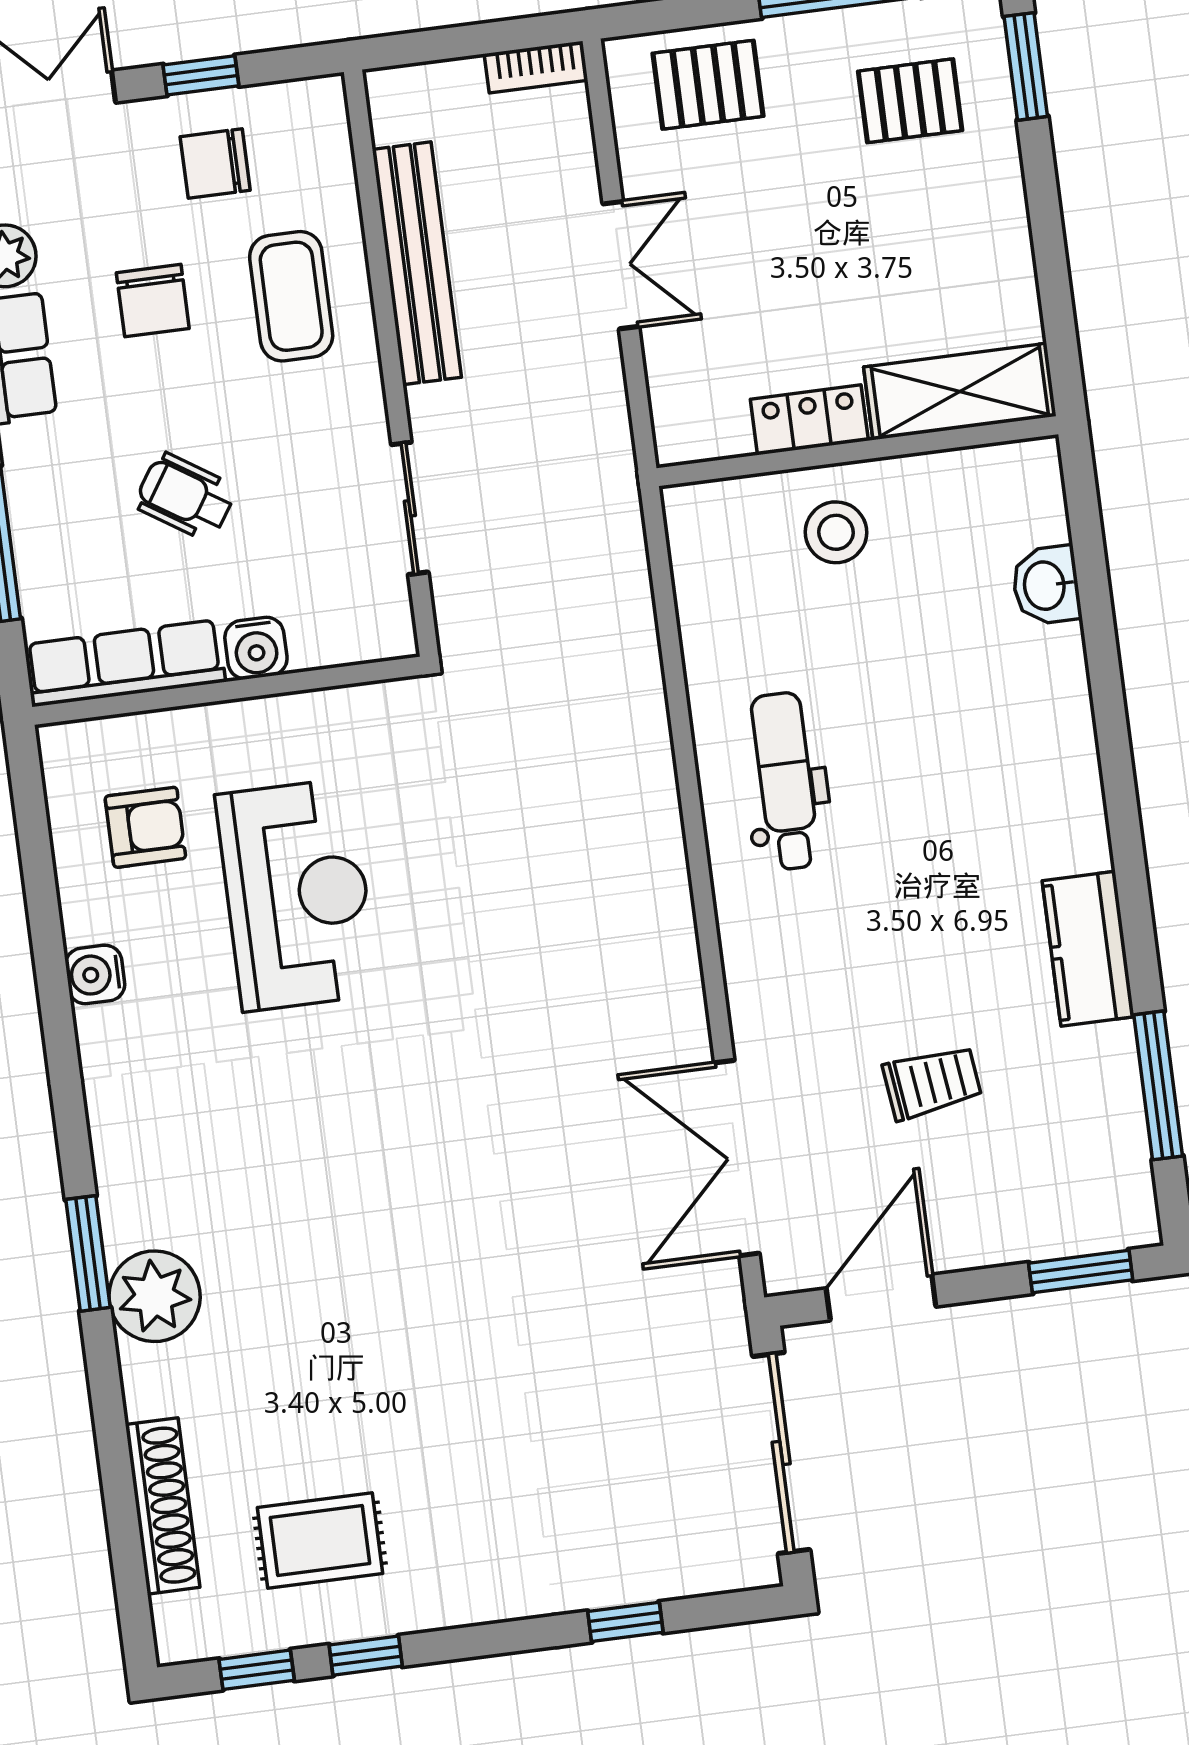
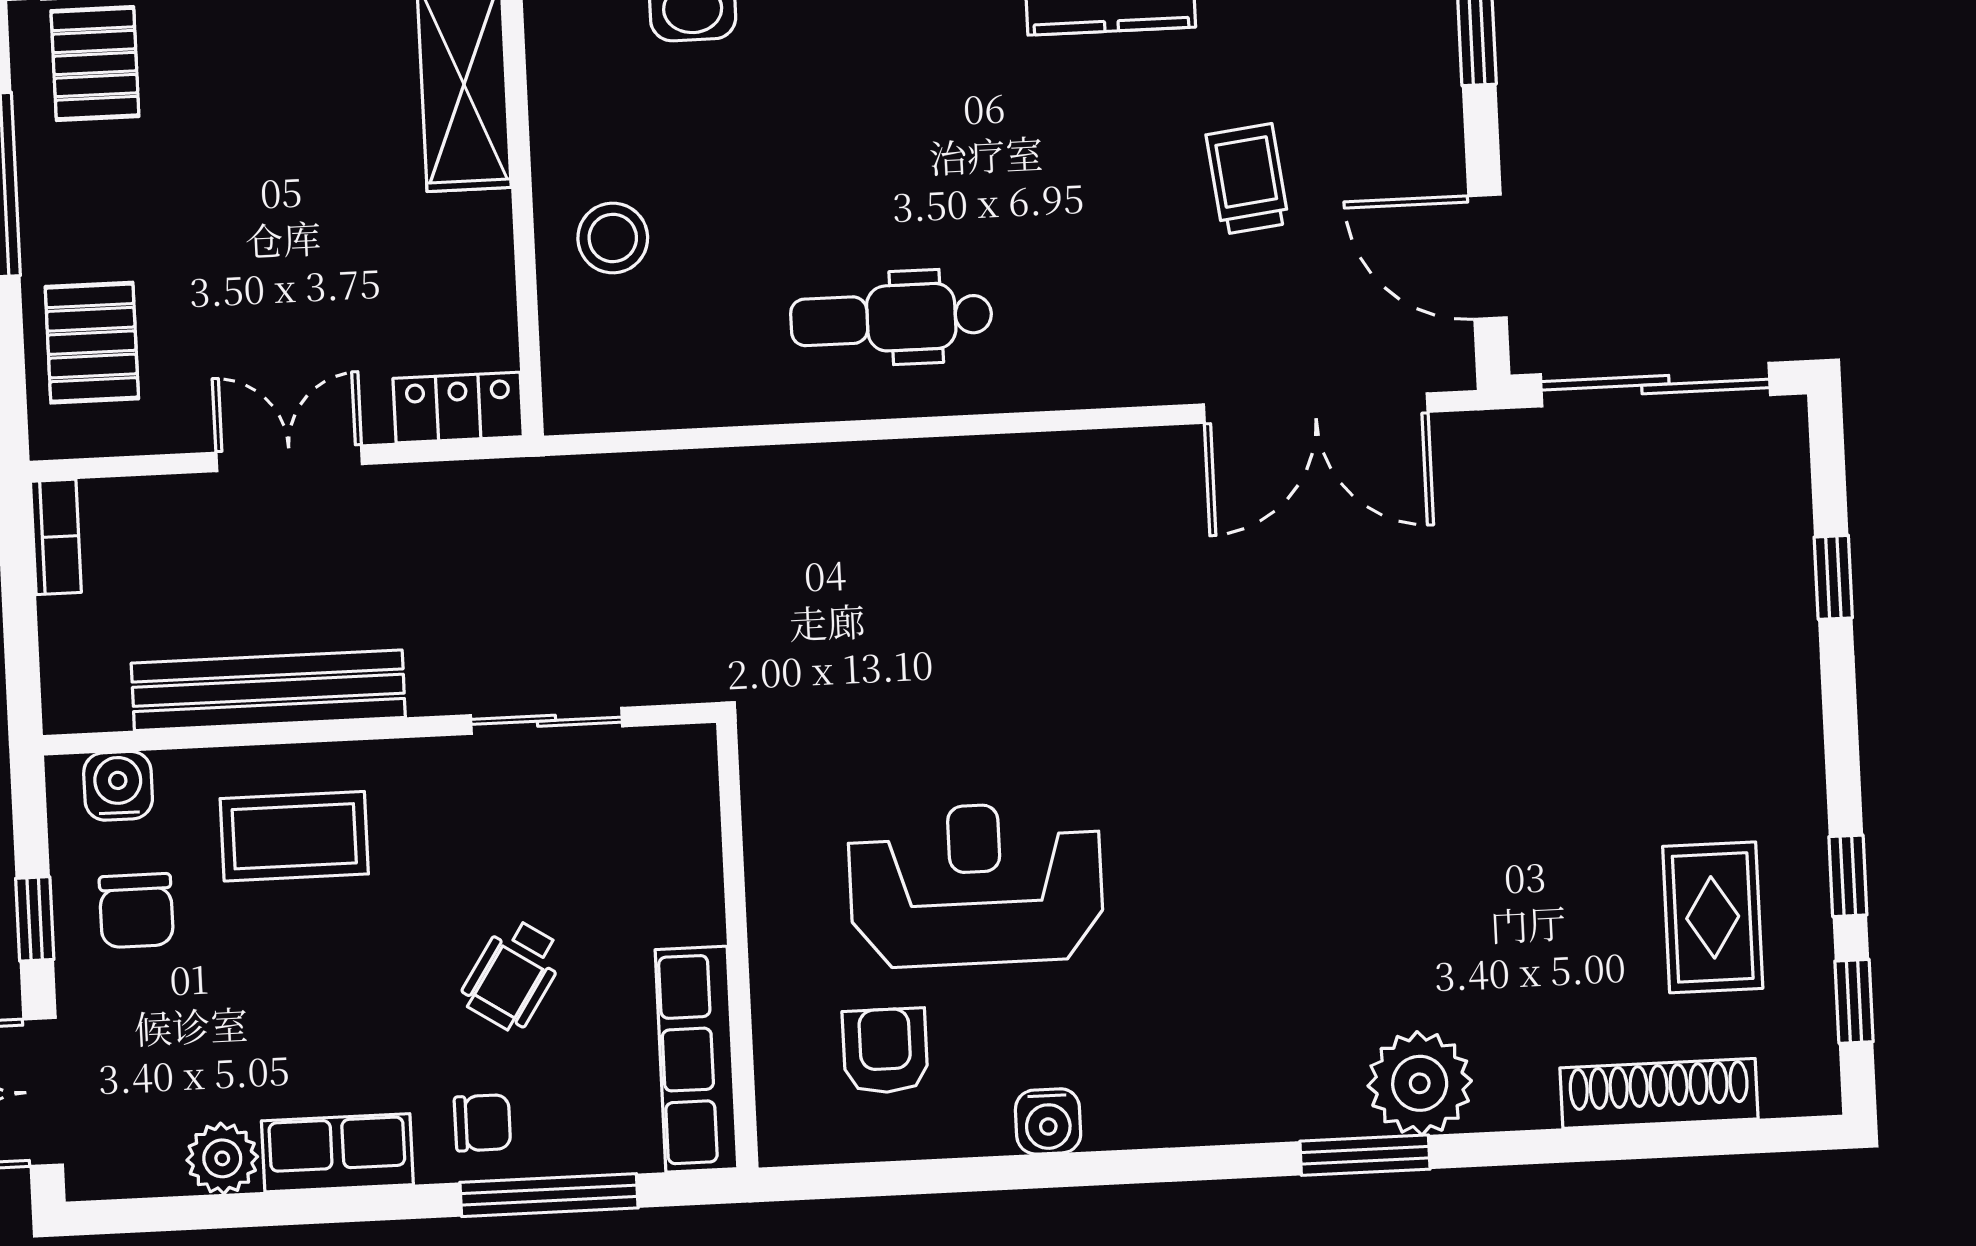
pallet: (910, 101) -> (95, 64), moved
chair: (153, 301) -> (482, 1123), moved, width x0.73, depth x0.73
locker: (809, 420) -> (458, 408), moved, turned 90
water cooler: (256, 648) -> (118, 786), moved, turned -90

